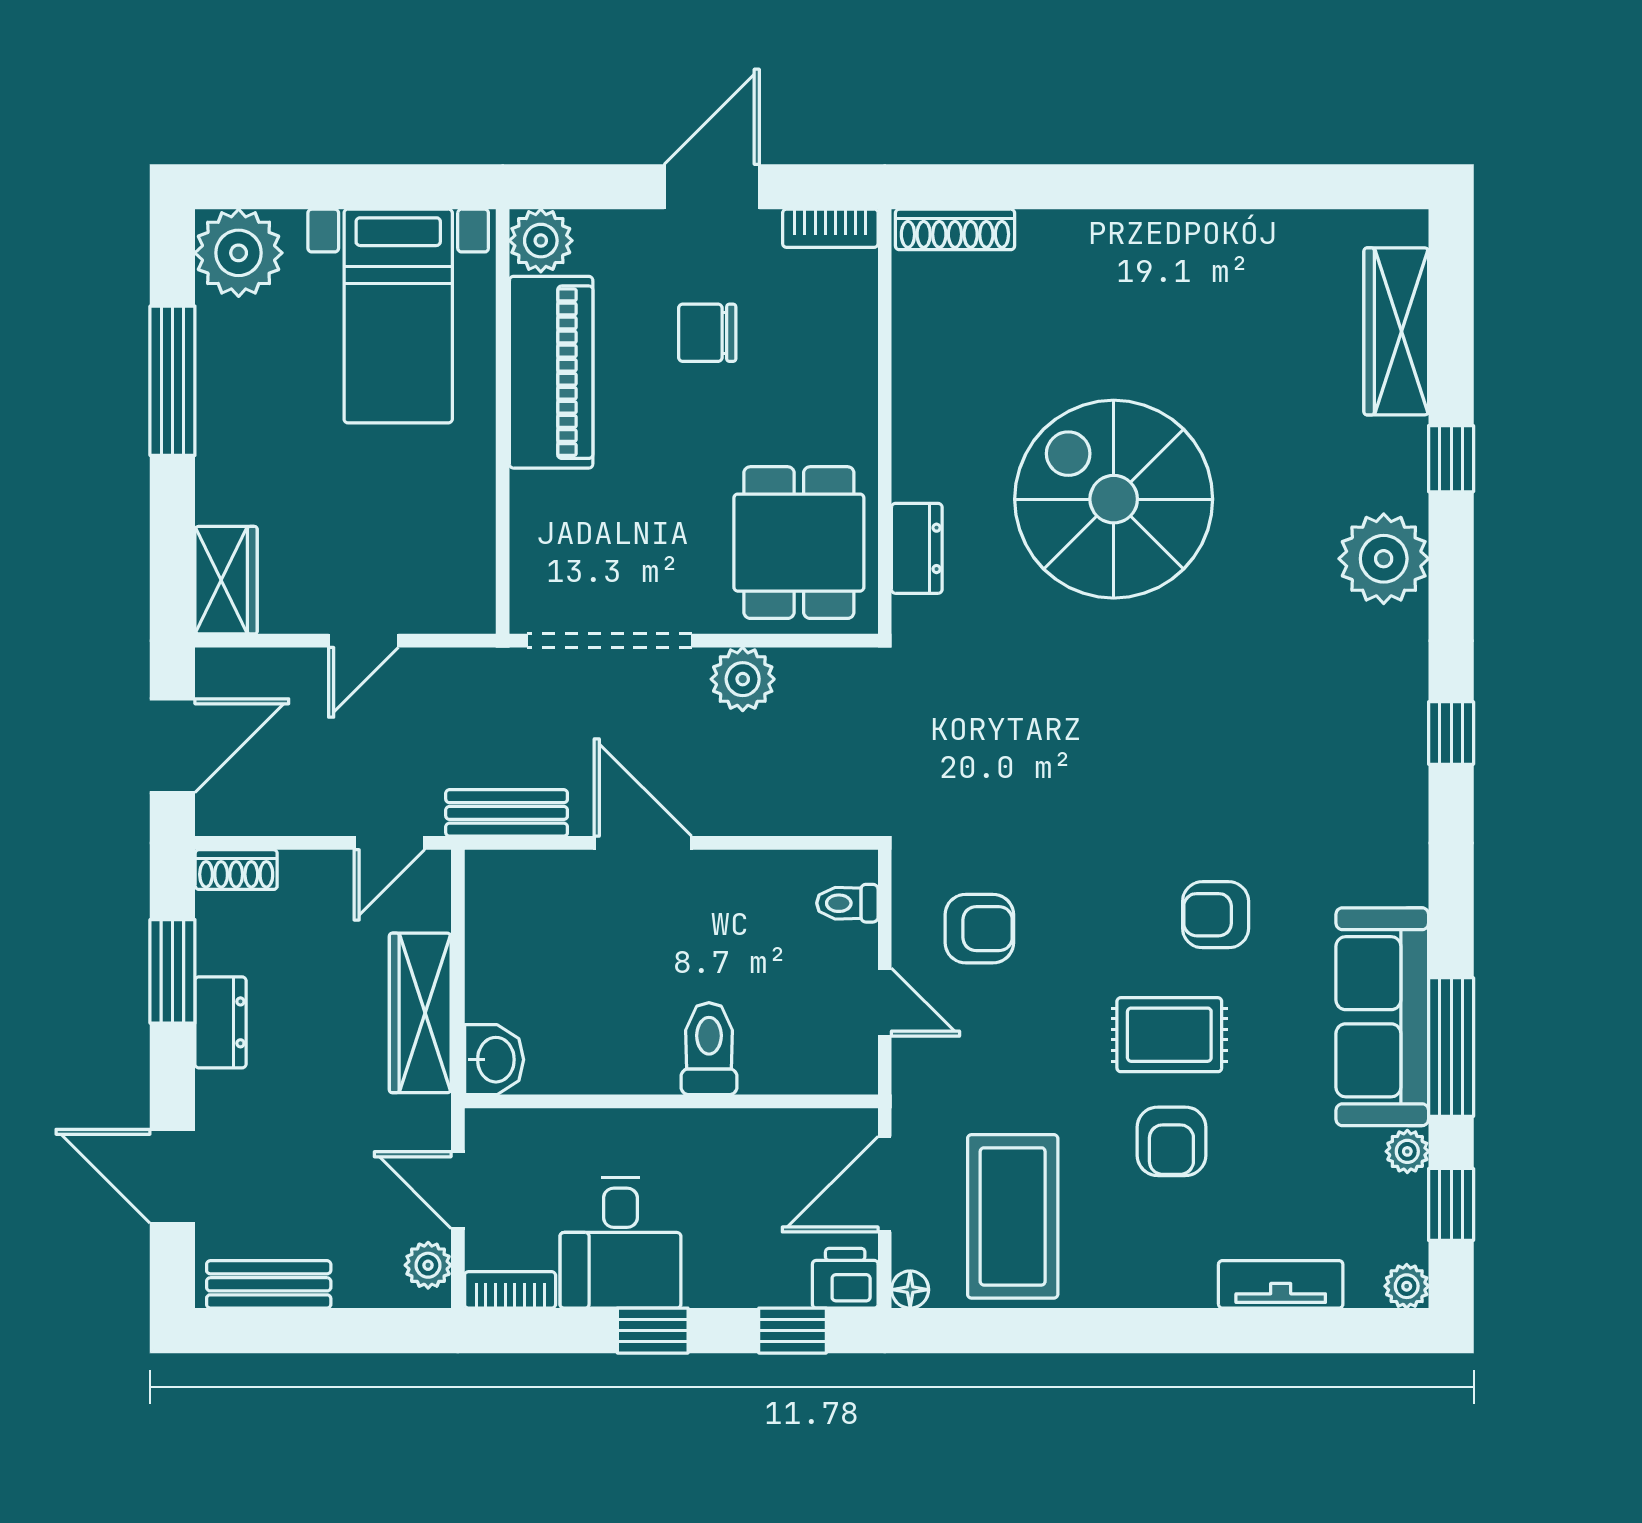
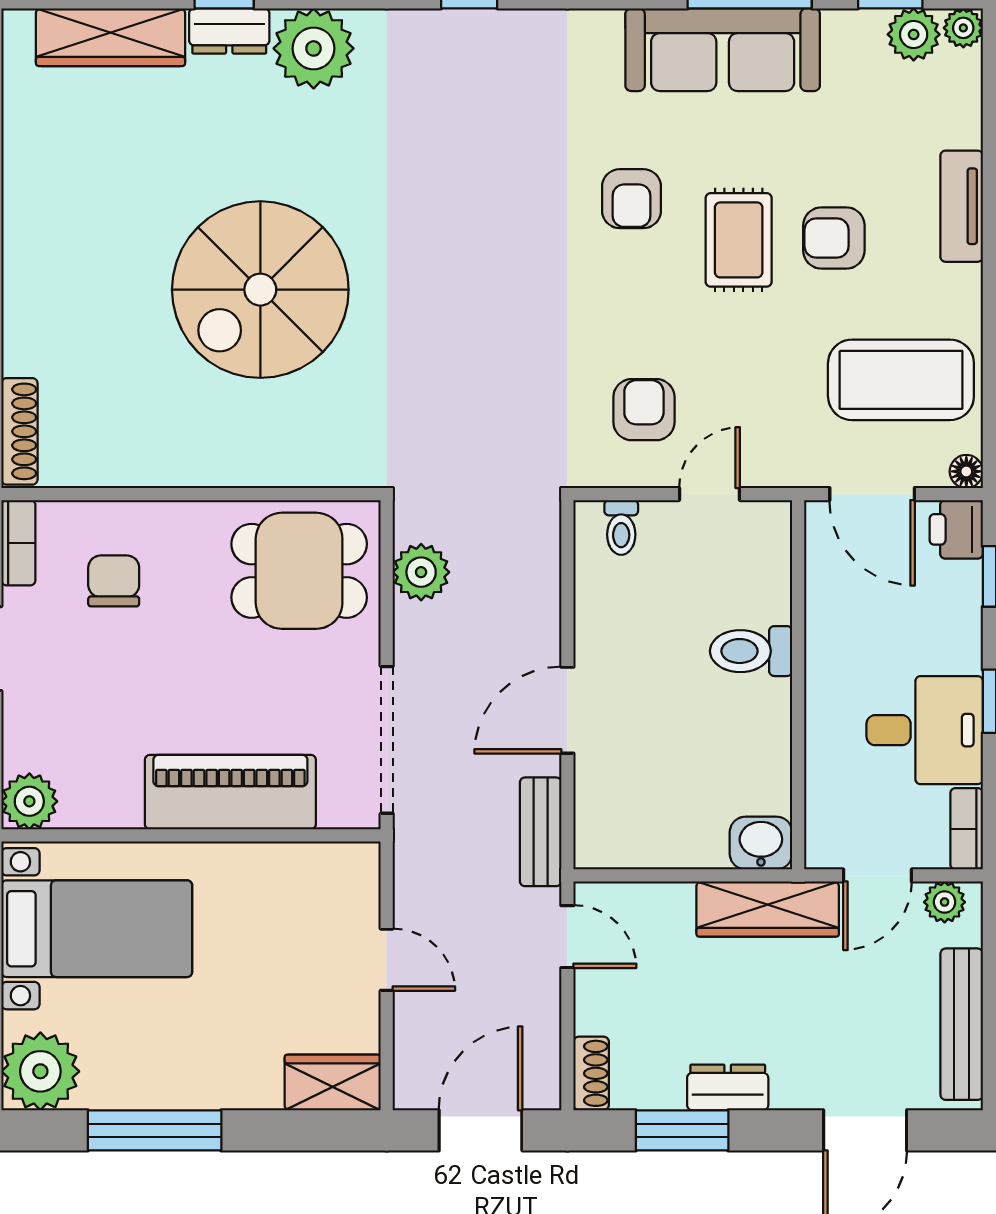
chair: (707, 333) -> (114, 581), moved, turned 180
piano: (551, 372) -> (230, 792), moved
dresser: (917, 548) -> (229, 31), moved, turned 180
plant: (743, 679) -> (421, 572), moved
door: (172, 746) -> (481, 1130), hinge flipped
wardrobe: (420, 1013) -> (768, 909), moved
armchair: (1171, 1141) -> (834, 238), turned 180
plant: (1407, 1151) -> (914, 34), moved, width x1.38, depth x1.38
bench: (269, 1284) -> (962, 1024), width x1.36
tv unit: (1281, 1284) -> (962, 206), moved

